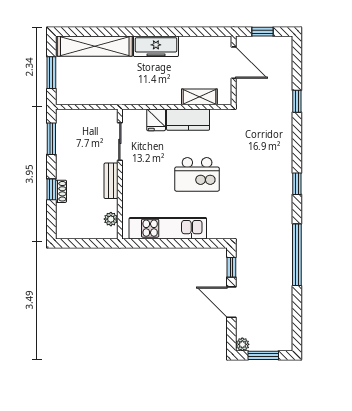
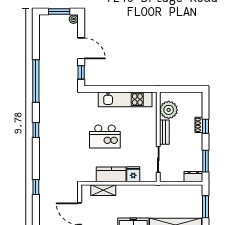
dresser: (69, 116) -> (193, 177), added
kitchen island: (197, 174) -> (105, 137), turned 180
plant: (111, 219) -> (169, 110), width x1.88, depth x1.88

